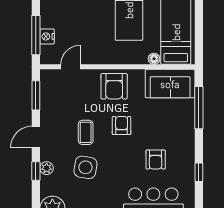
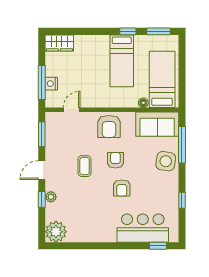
armchair: (156, 160) -> (122, 188), moved
side table: (85, 167) -> (166, 161), moved

